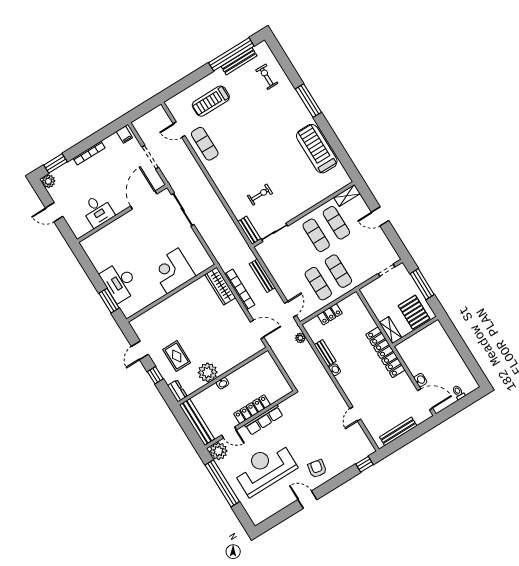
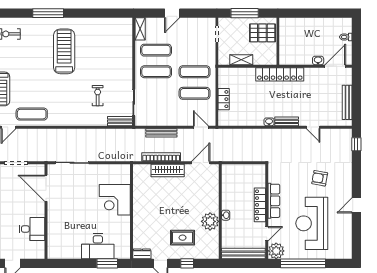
treadmill: (317, 149) -> (64, 51), moved, turned 90
wardrobe: (220, 286) -> (168, 170), moved
shelving: (391, 330) -> (241, 60), moved
plant: (300, 338) -> (228, 133), removed
bench: (325, 353) -> (287, 121), moved
dresser: (177, 391) -> (142, 254), moved
armchair: (317, 469) -> (320, 178), moved

